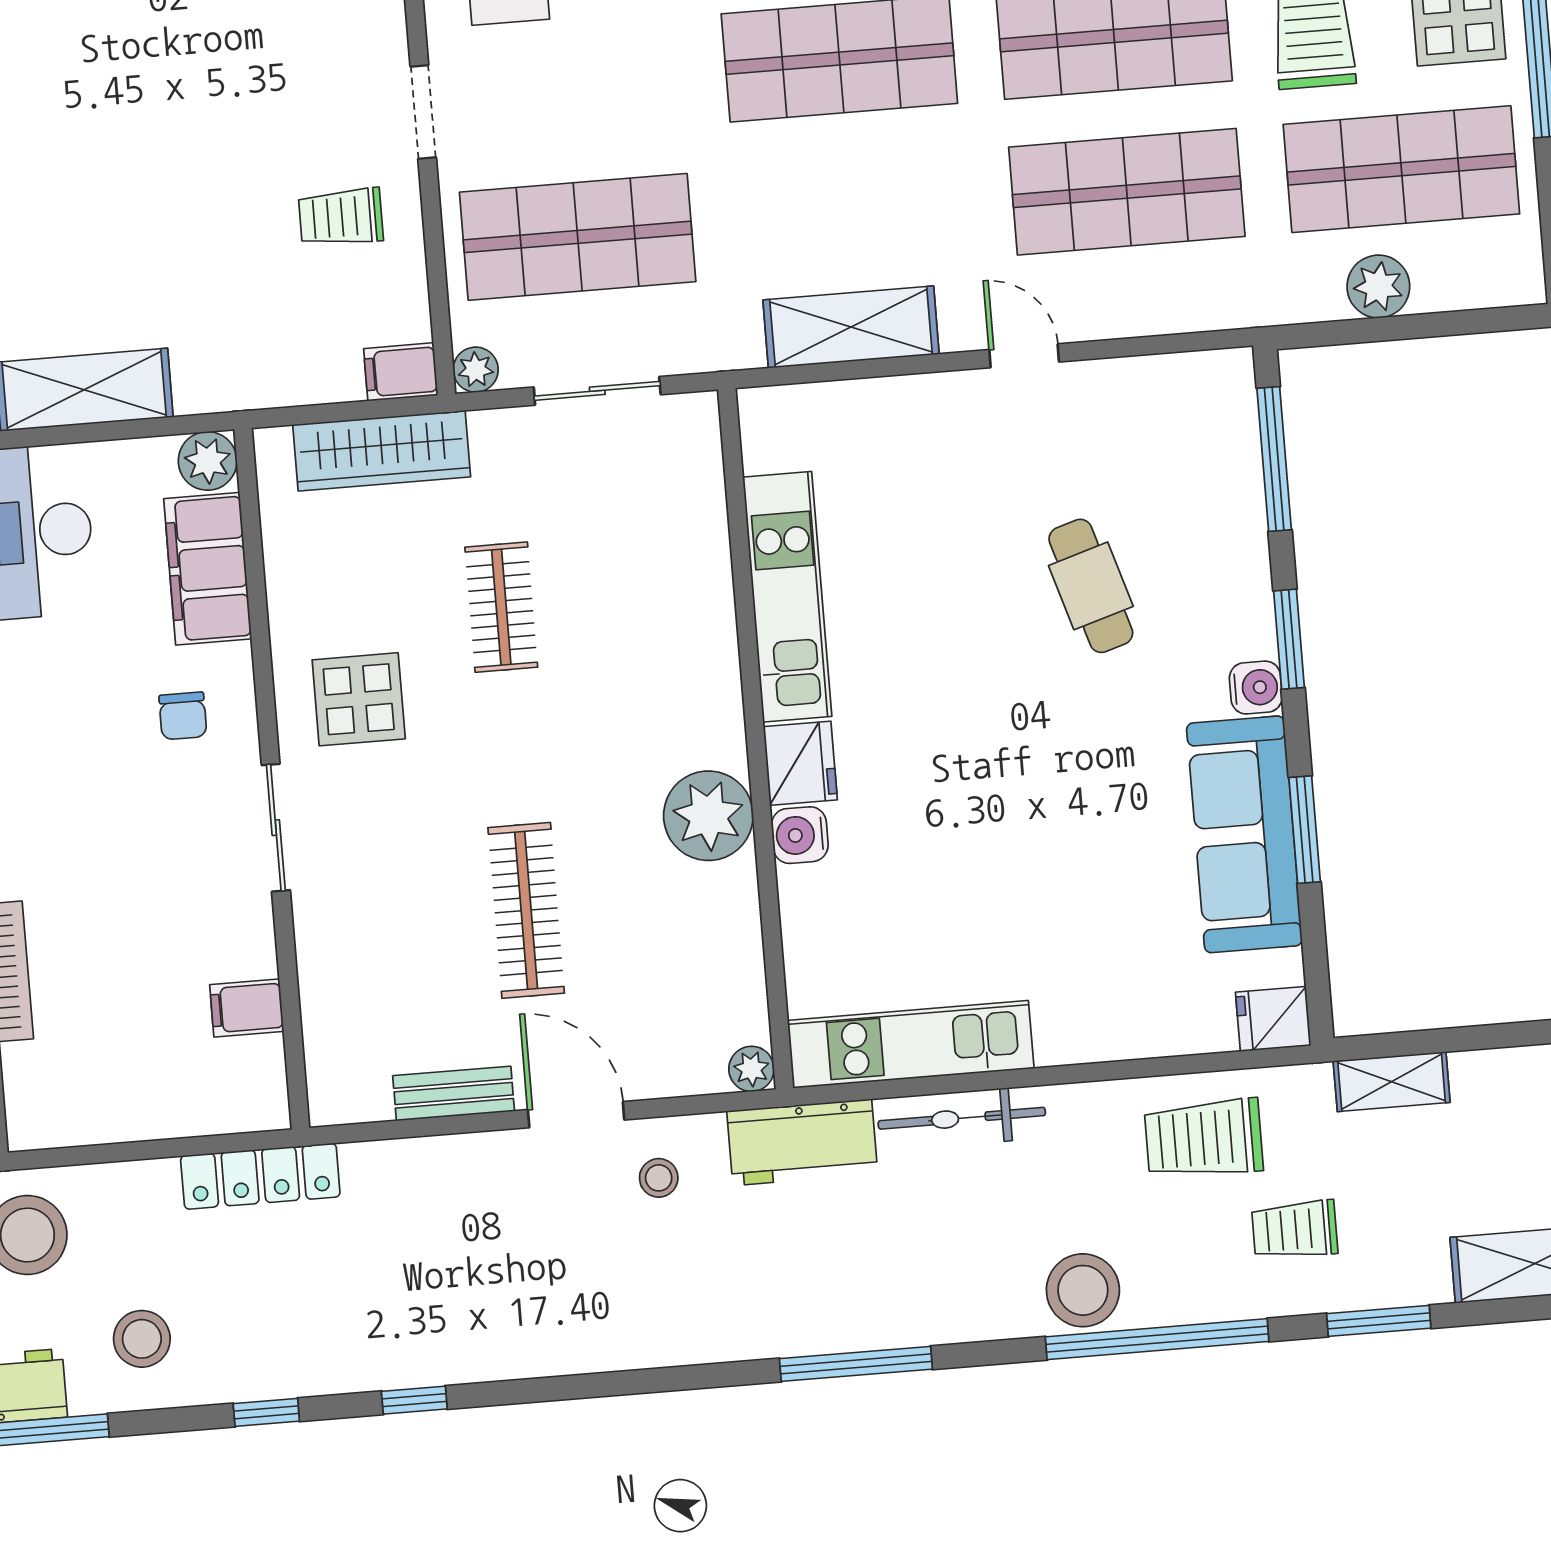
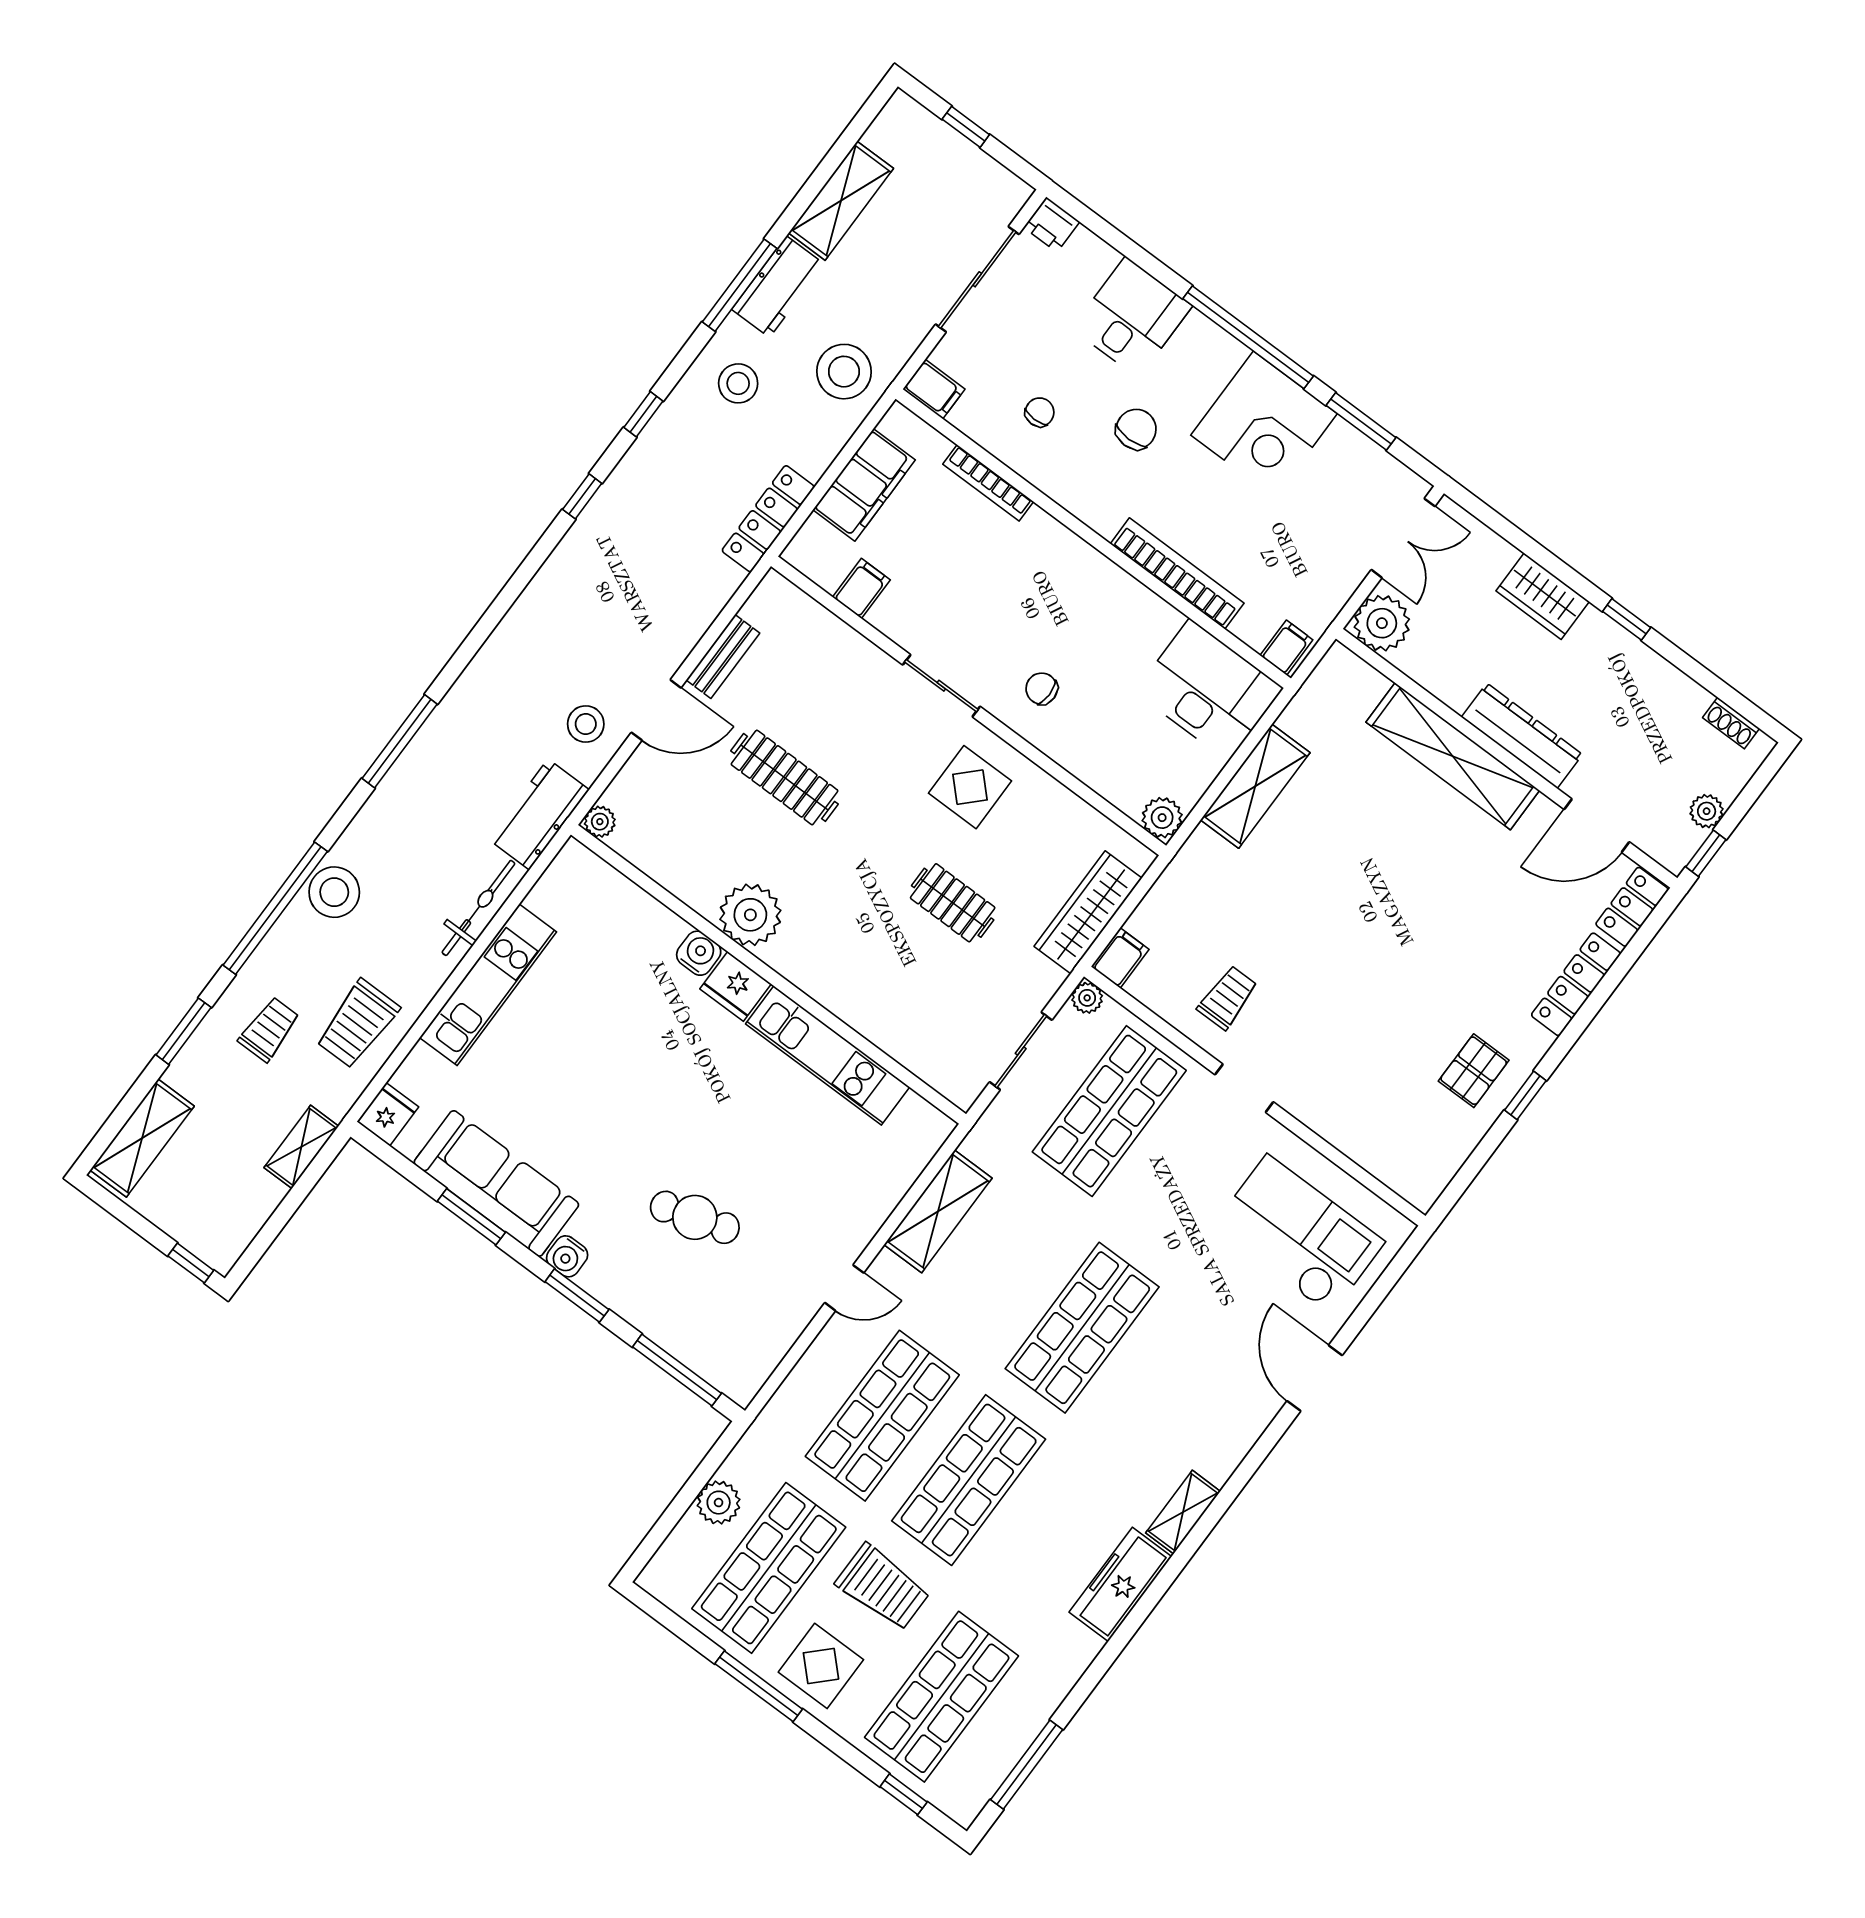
filing cabinet: (208, 569) -> (864, 485), moved, turned 90
kitchen unit: (911, 1044) -> (488, 985), moved
trolley: (1204, 1138) -> (358, 1024), turned 180
stool: (659, 1178) -> (586, 724), width x1.37, depth x1.37

